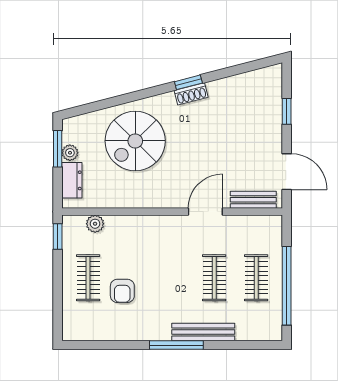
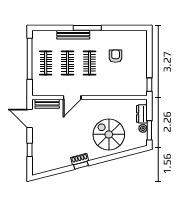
spiral stairs: (135, 141) -> (109, 134), turned -90
plant: (95, 224) -> (130, 91), removed
clothes rail: (88, 278) -> (89, 63), moved

